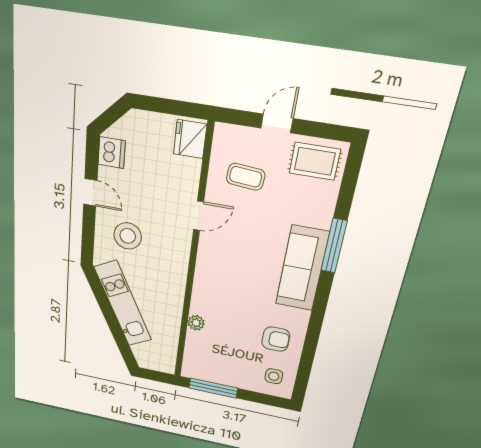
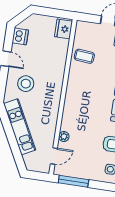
coffee table: (246, 177) -> (84, 56), moved
door: (199, 216) -> (54, 156), moved

